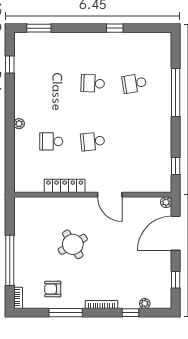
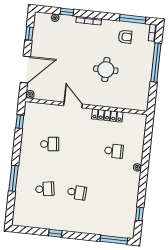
window: (39, 28) -> (114, 240), width x1.44
window: (176, 93) -> (14, 178), width x0.68
school desk: (93, 141) -> (50, 144), moved
round table: (73, 244) -> (106, 70), turned 30
window: (66, 313) -> (133, 19), moved

